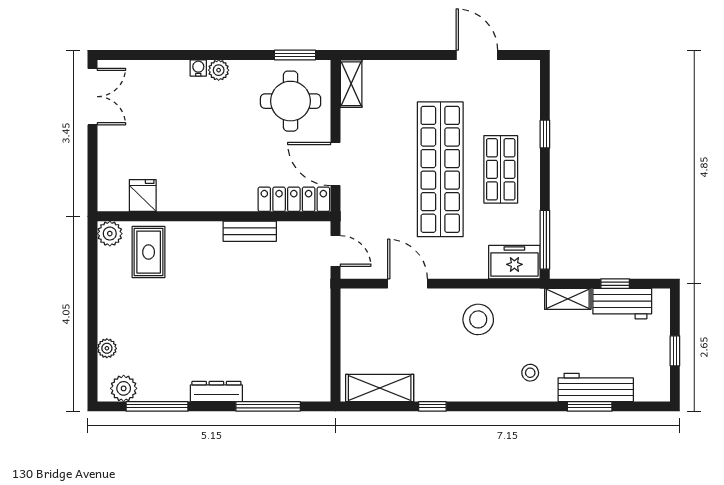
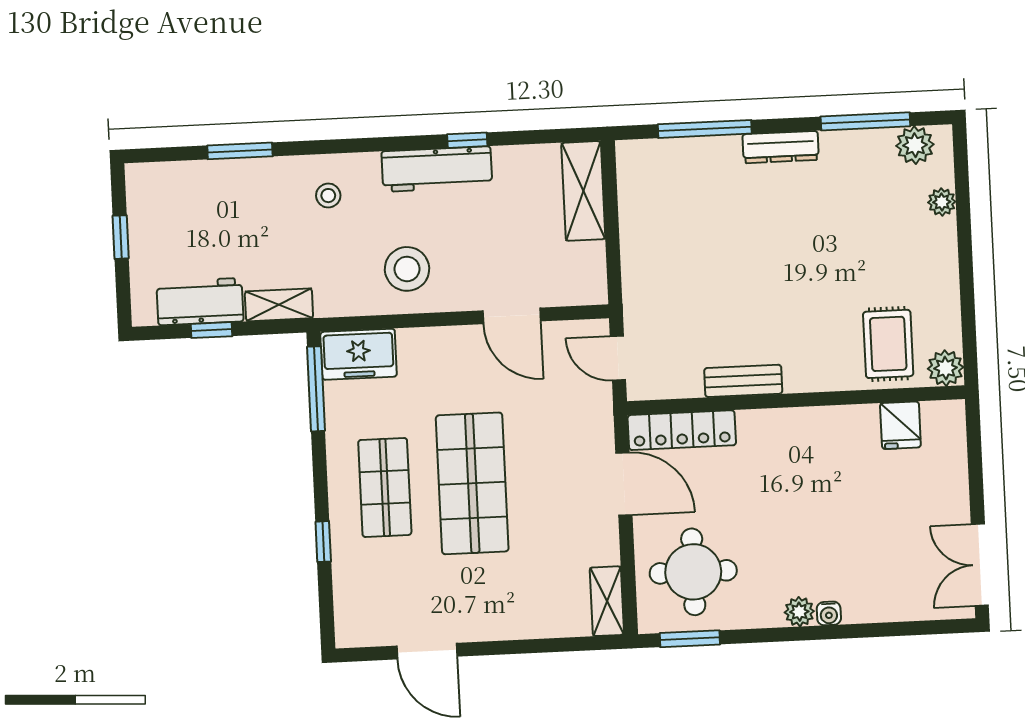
shop shelf: (440, 169) -> (472, 483), width x0.71
workbench: (596, 387) -> (437, 169), moved
shelving: (380, 388) -> (583, 191), moved, turned 90

